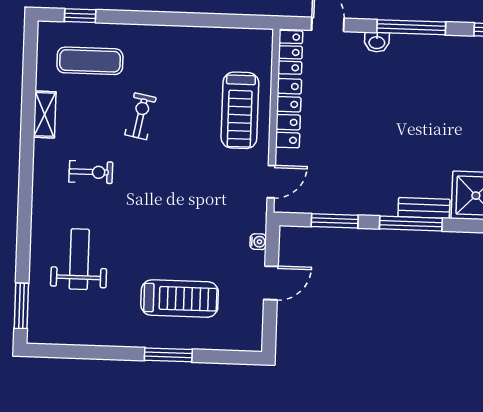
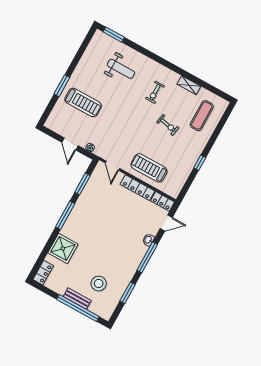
window: (80, 16) -> (200, 163), moved
bench: (424, 208) -> (69, 224), removed
treadmill: (180, 299) -> (83, 102), turned -90

